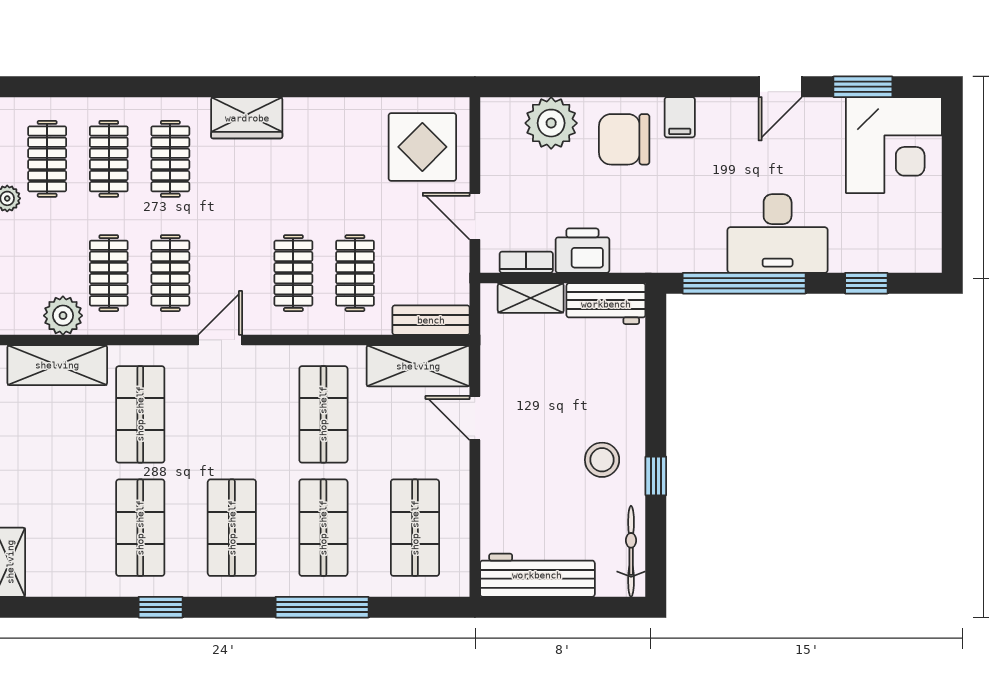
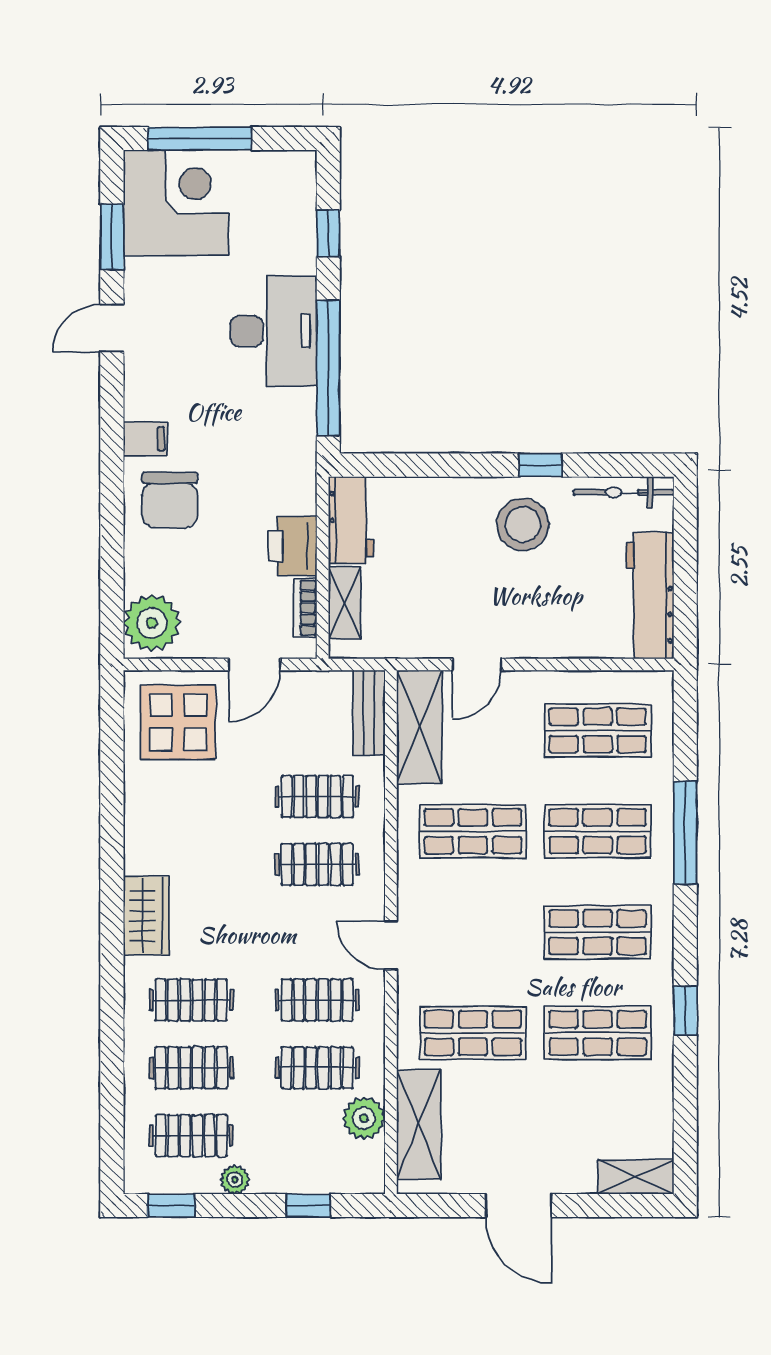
door: (780, 87) -> (112, 328), swing flipped
plant: (551, 123) -> (152, 623), moved
window: (952, 166) -> (200, 139), added
stool: (602, 460) -> (523, 524), width x1.38, depth x1.38

